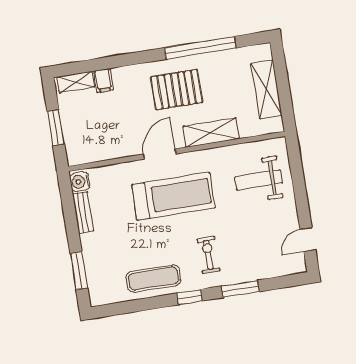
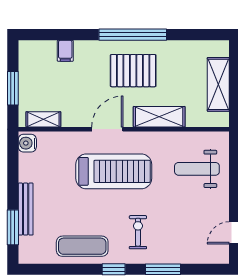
window: (200, 48) -> (133, 35), moved
shelving: (76, 82) -> (43, 119), moved
bench: (83, 212) -> (26, 209), moved, width x1.36

